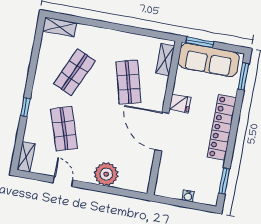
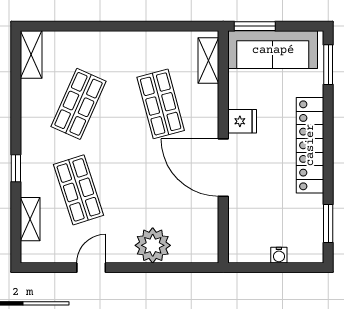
shelving: (59, 27) -> (31, 54), moved, turned 90
shelving: (26, 157) -> (30, 219), moved
door: (63, 181) -> (91, 268), hinge flipped

